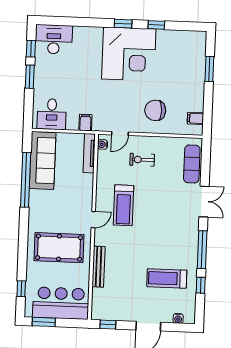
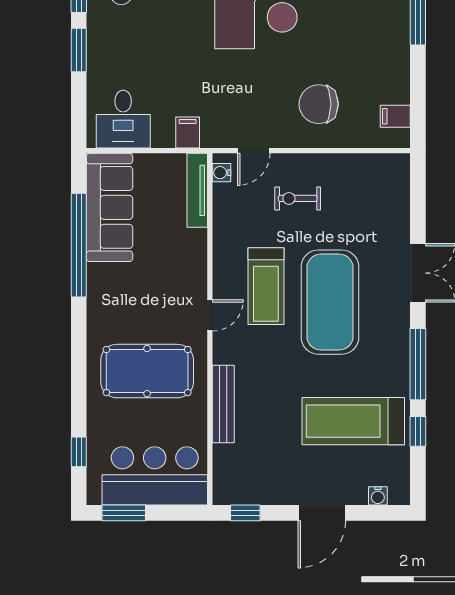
exercise mat: (192, 164) -> (330, 302), moved, width x2.00, depth x1.45
treadmill: (167, 278) -> (353, 421), width x1.37, depth x1.38

